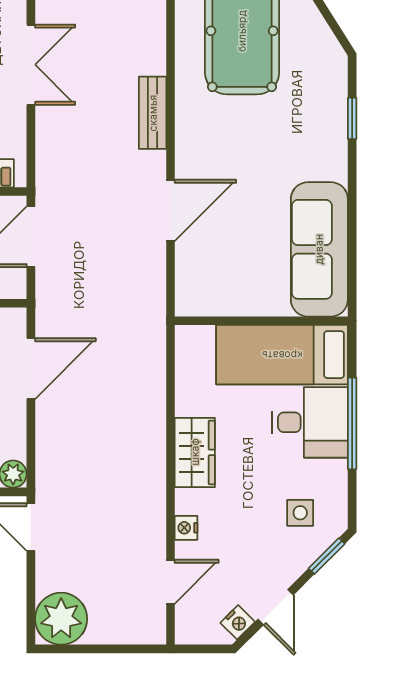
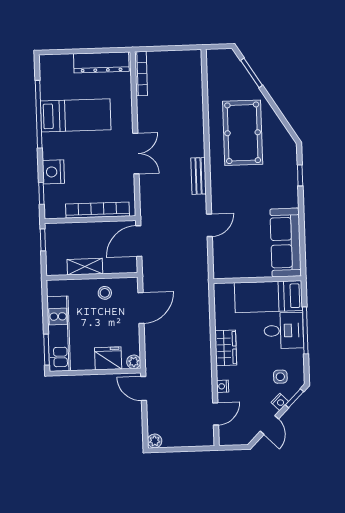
door: (171, 210) -> (209, 225), width x0.73
plant: (61, 619) -> (155, 441), width x0.53, depth x0.53
nightstand: (238, 622) -> (280, 402), moved

